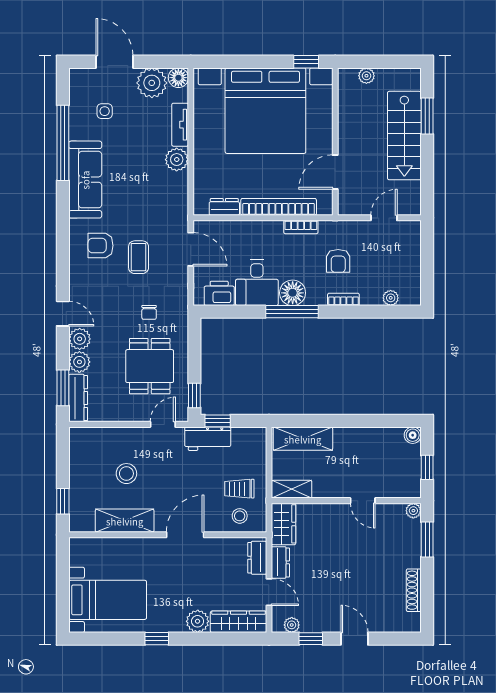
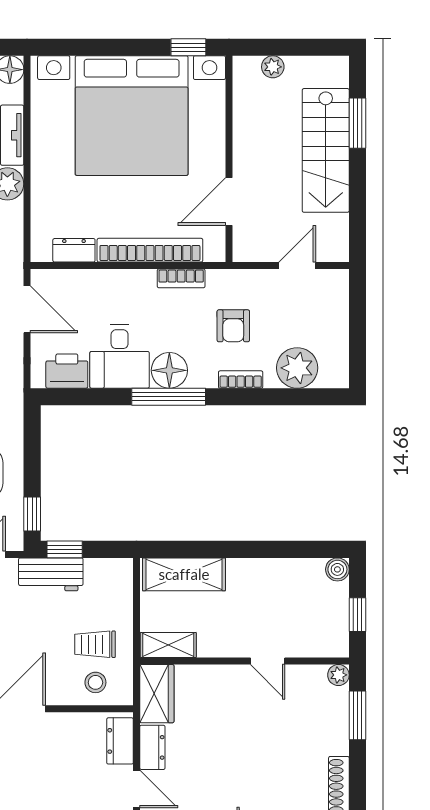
plant: (391, 298) -> (297, 368), width x1.88, depth x1.88

